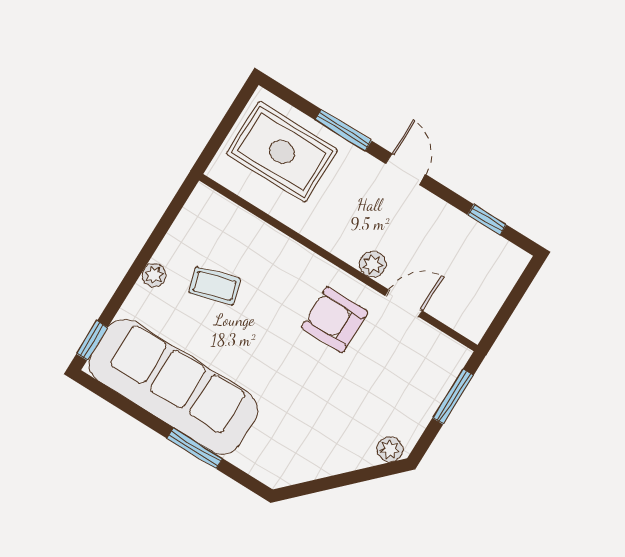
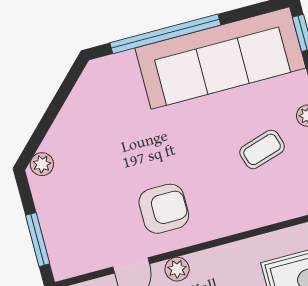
window: (195, 448) -> (165, 34), width x2.11

